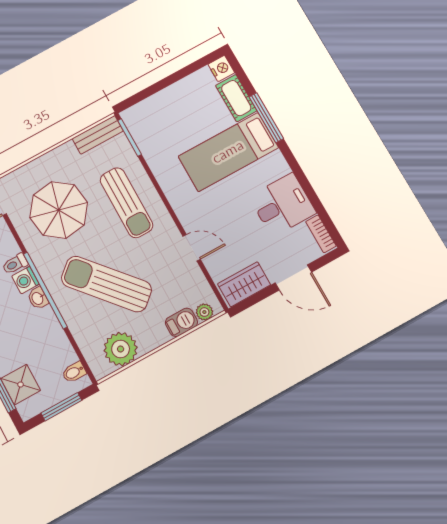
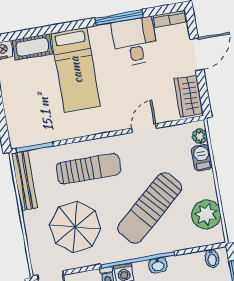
window: (266, 118) -> (119, 18), moved
bench: (98, 135) -> (24, 181), width x1.36
washbasin: (38, 298) -> (158, 265), moved

